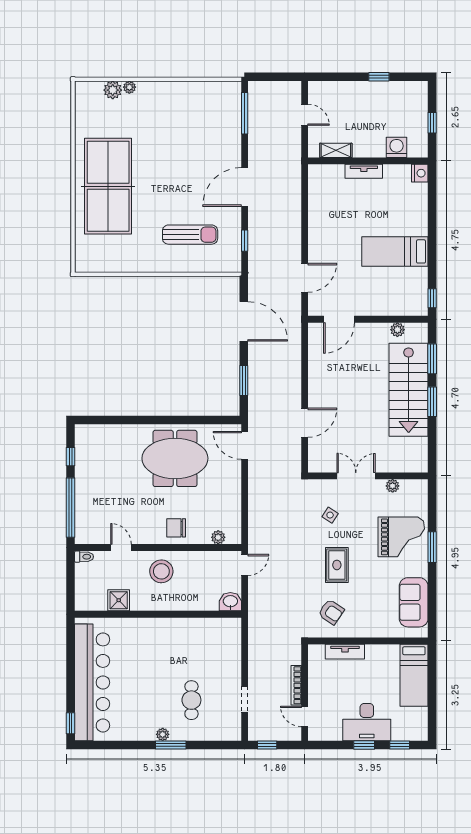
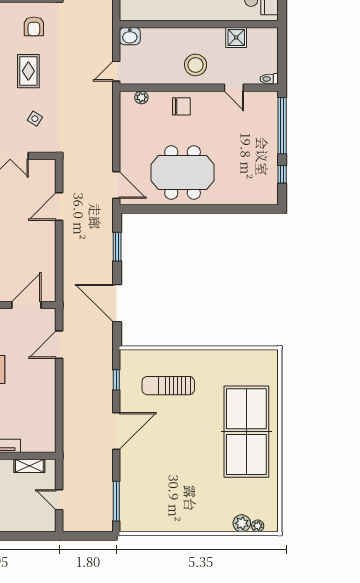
plant: (129, 87) -> (258, 526), moved
armchair: (331, 612) -> (34, 26), turned -124

